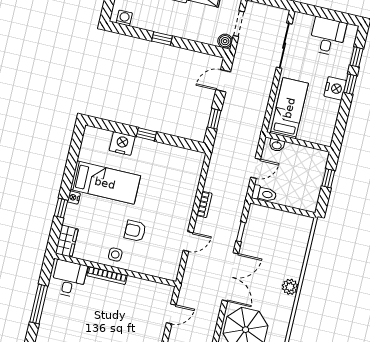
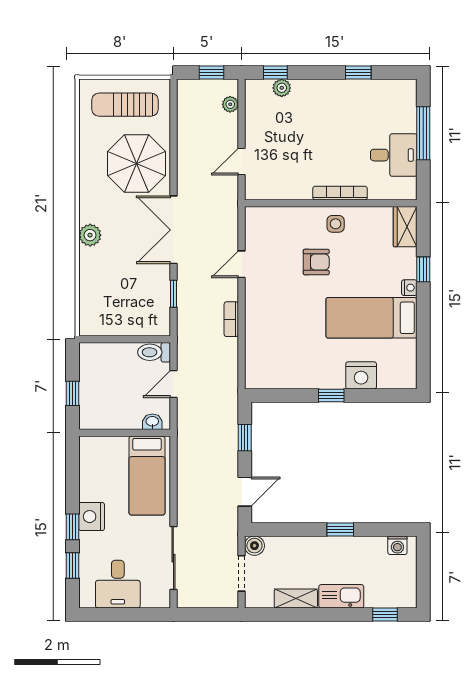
desk: (69, 279) -> (394, 155), moved, turned -90

